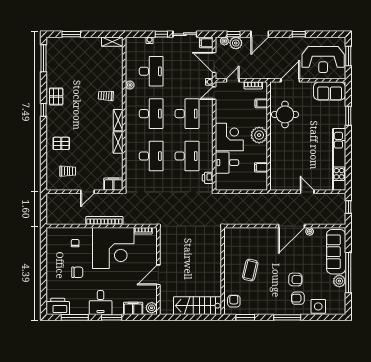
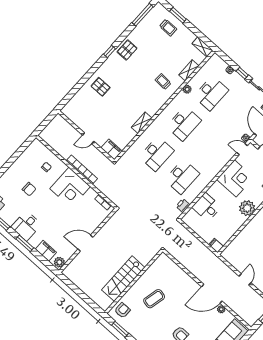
desk: (187, 114) -> (209, 146), removed
shelving: (118, 120) -> (189, 70), moved
corner desk: (229, 137) -> (235, 178), moved
filing cabinet: (261, 167) -> (216, 245), moved
trolley: (68, 171) -> (168, 28), moved
corner desk: (113, 248) -> (70, 188), width x0.74, depth x0.74
stairs: (197, 306) -> (123, 279), moved, turned -90

